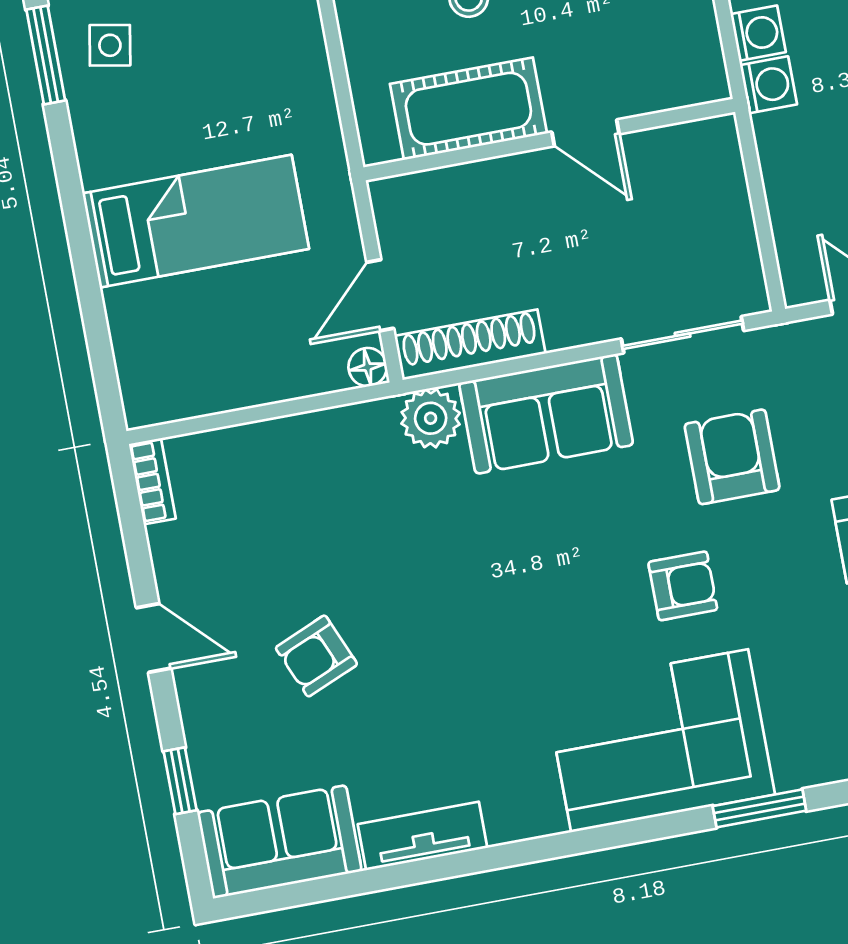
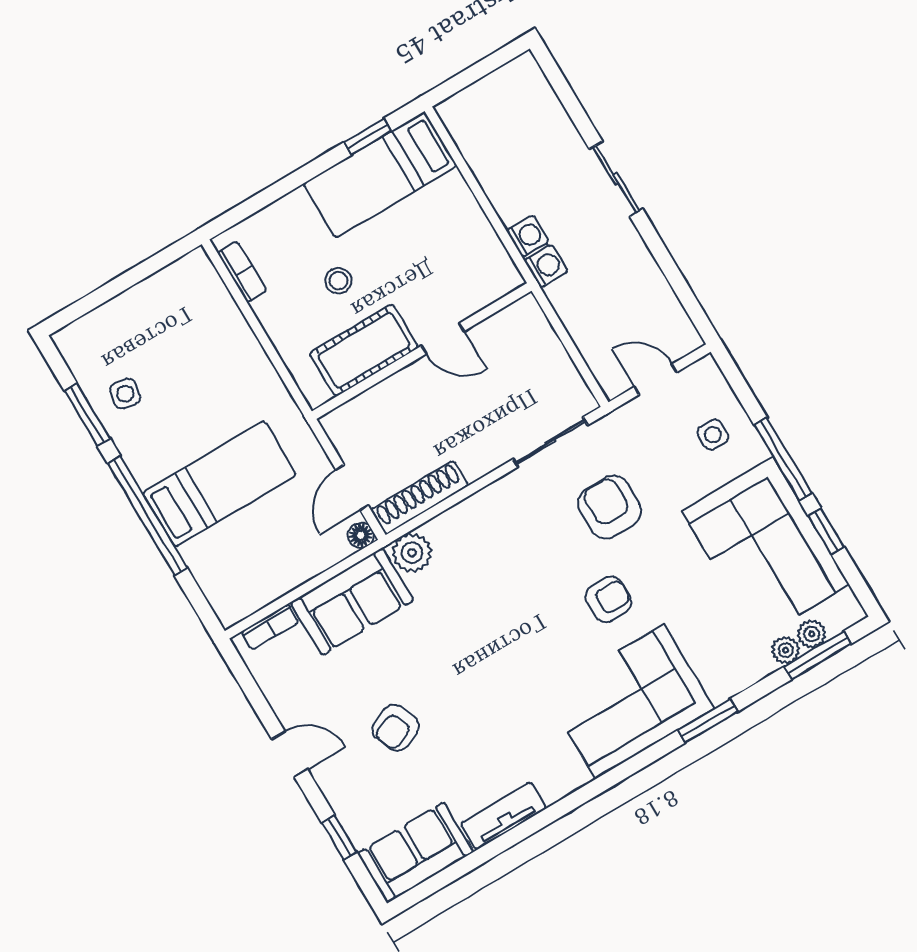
window: (78, 228) -> (147, 516), added
sofa: (546, 414) -> (352, 601), moved
bookcase: (152, 481) -> (270, 627), moved, turned 90

